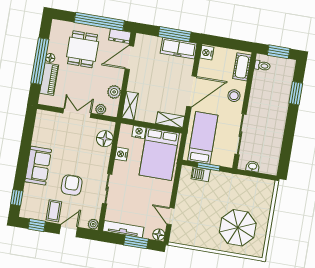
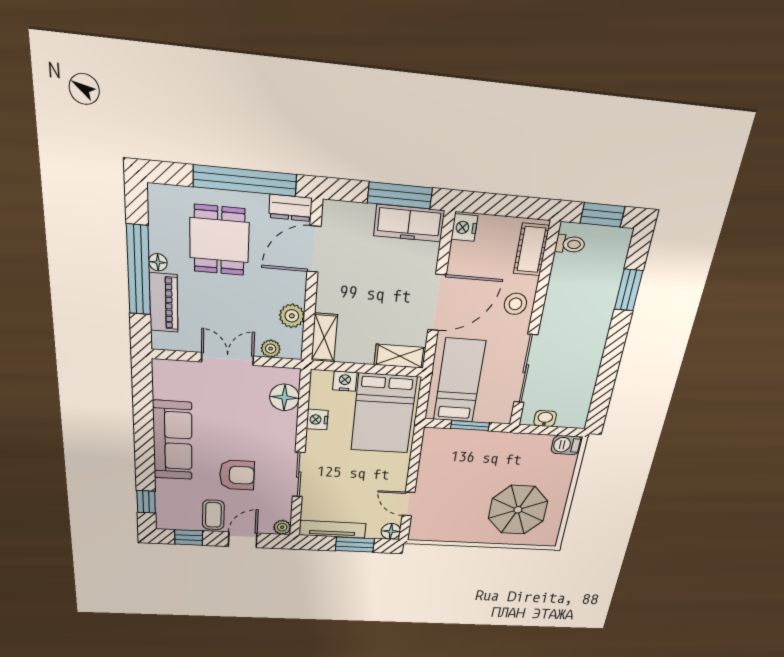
sofa: (38, 166) -> (173, 441), width x1.36
barbecue: (201, 174) -> (567, 445), moved
armchair: (72, 185) -> (237, 475), turned 90

